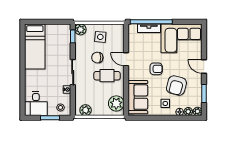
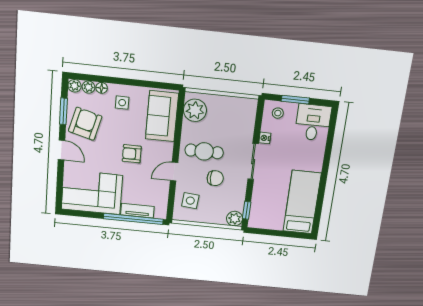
side table: (100, 37) -> (190, 201), moved
door: (126, 59) -> (174, 172), swing flipped
armchair: (176, 86) -> (85, 124), moved
plant: (86, 110) -> (241, 105), removed

